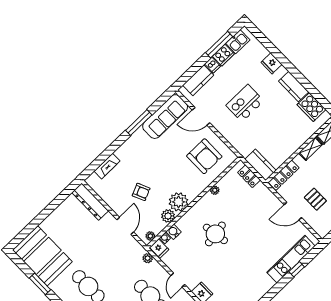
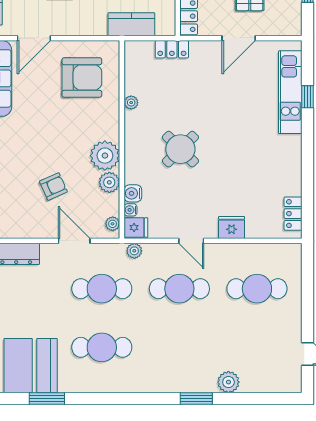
kitchen counter: (260, 165) -> (131, 24), moved
locker: (249, 176) -> (172, 49), moved
round table: (215, 234) -> (180, 149), turned -36
cafe table: (115, 260) -> (102, 289), added

